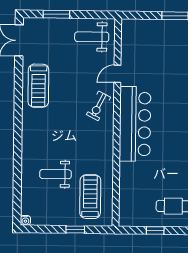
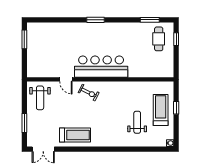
weight bench: (55, 174) -> (137, 122), turned 180
treadmill: (90, 197) -> (161, 110), moved, turned 90
window: (155, 230) -> (176, 39), moved

